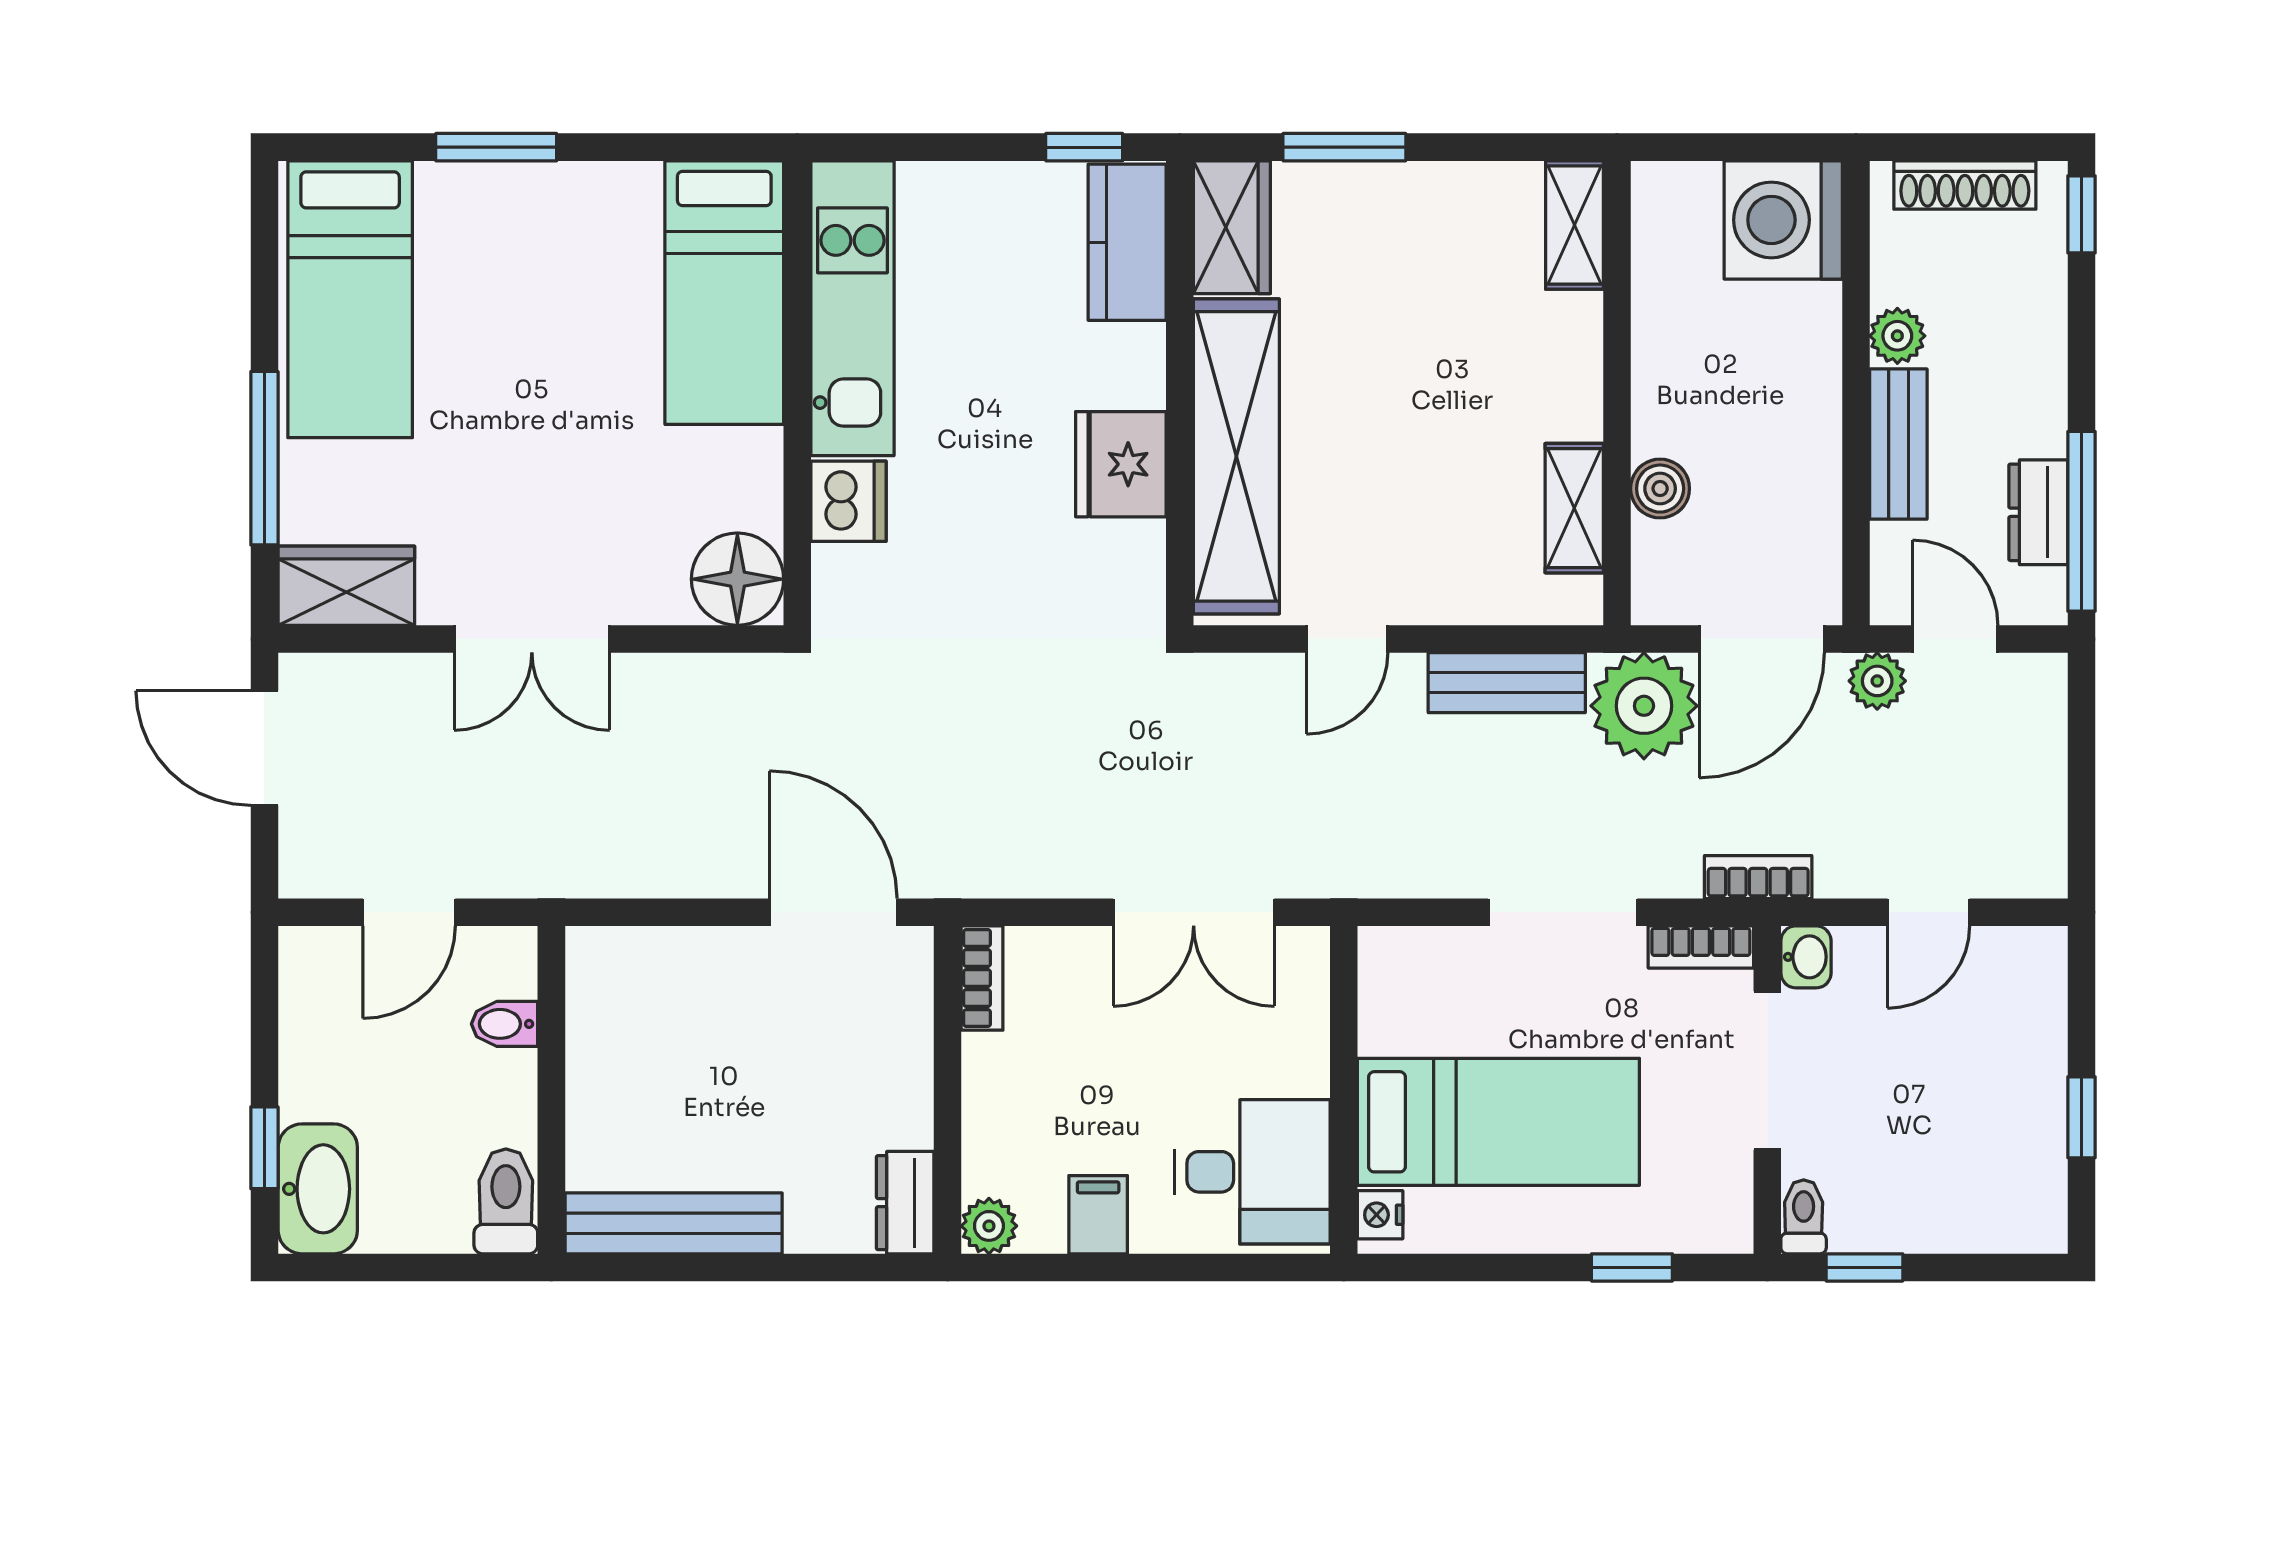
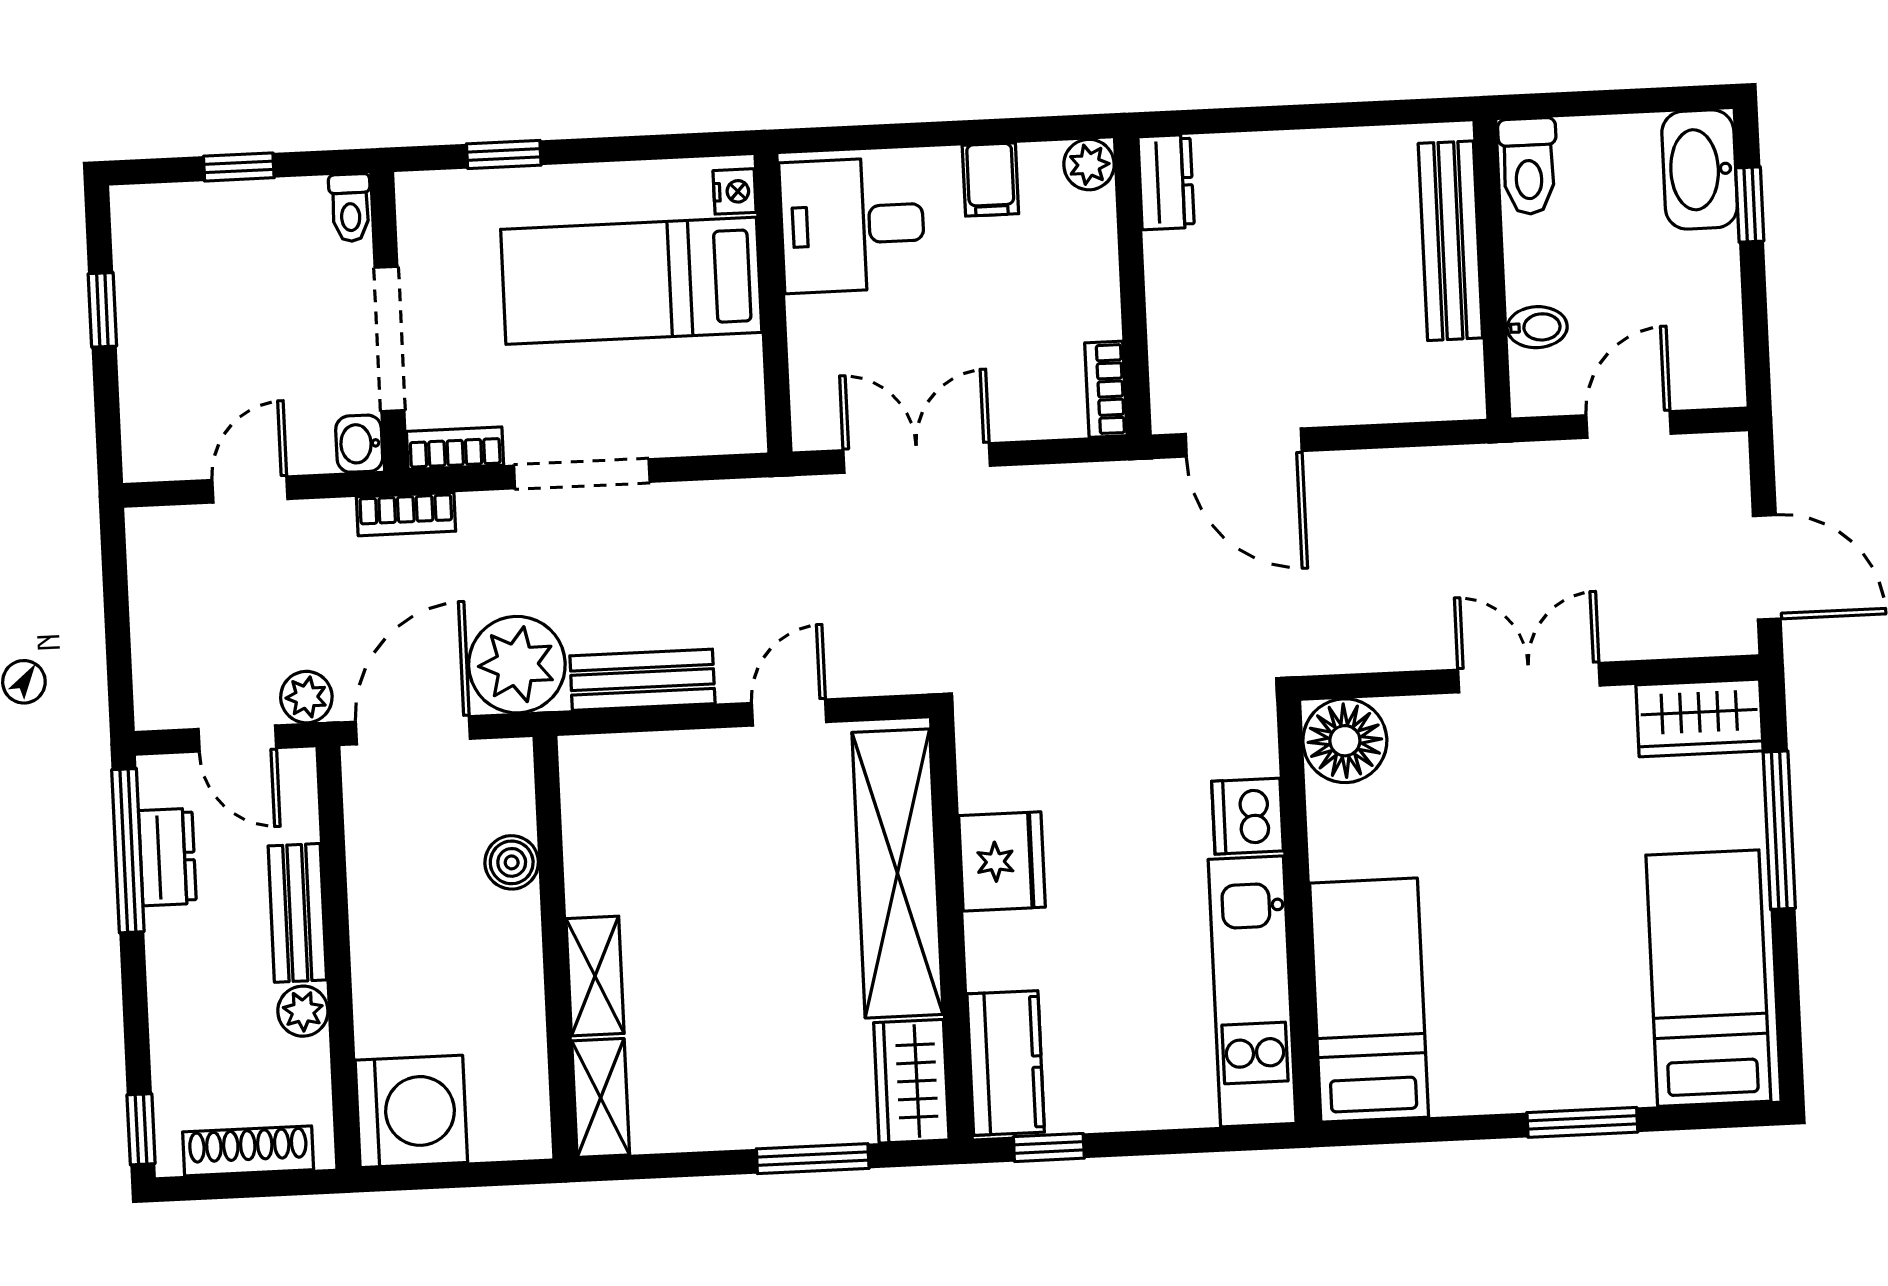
shelving: (1574, 508) -> (595, 976), moved
bench: (674, 1223) -> (1450, 241), moved, turned 90
window: (1865, 1267) -> (239, 167), moved

